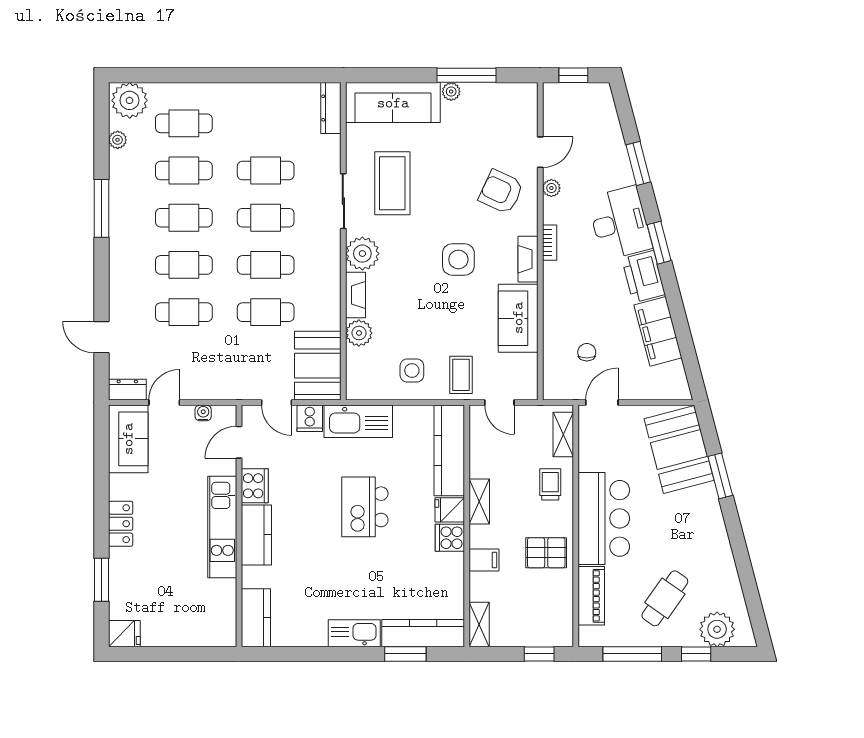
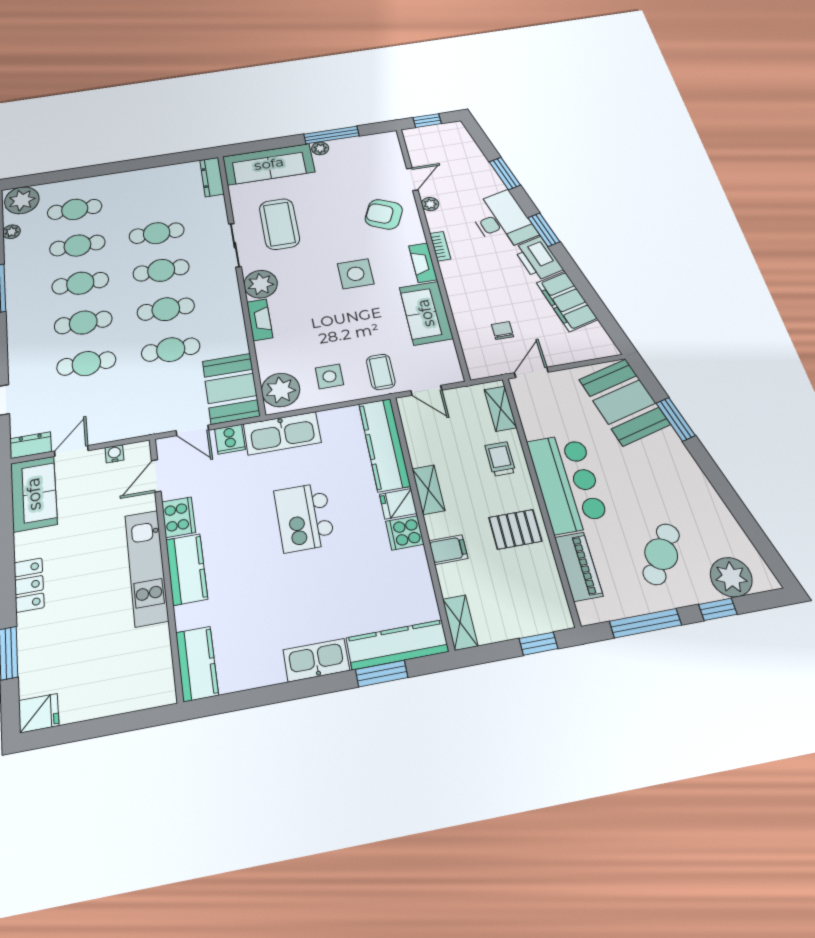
plant: (359, 333) -> (281, 390), moved, width x1.36, depth x1.36

